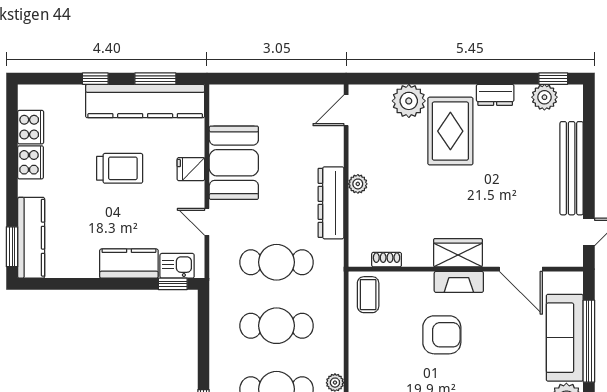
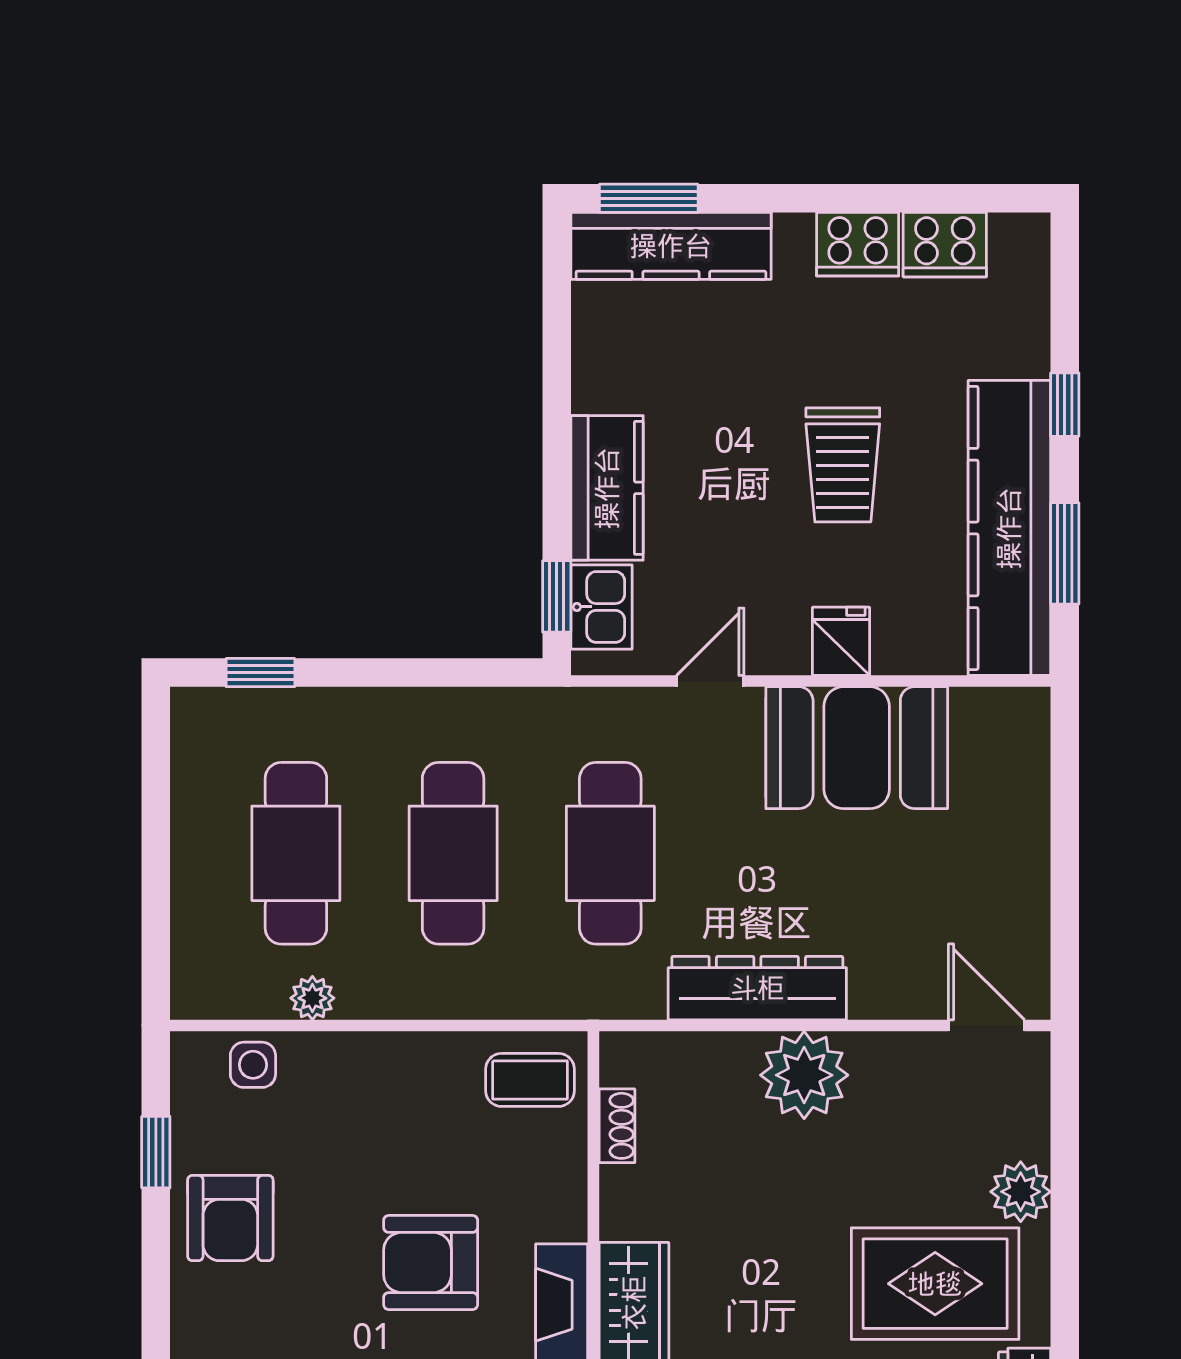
plant: (409, 101) -> (1021, 1192), width x0.73, depth x0.73
plant: (358, 184) -> (804, 1075), width x1.87, depth x1.87
armchair: (442, 335) -> (431, 1262), turned 90

